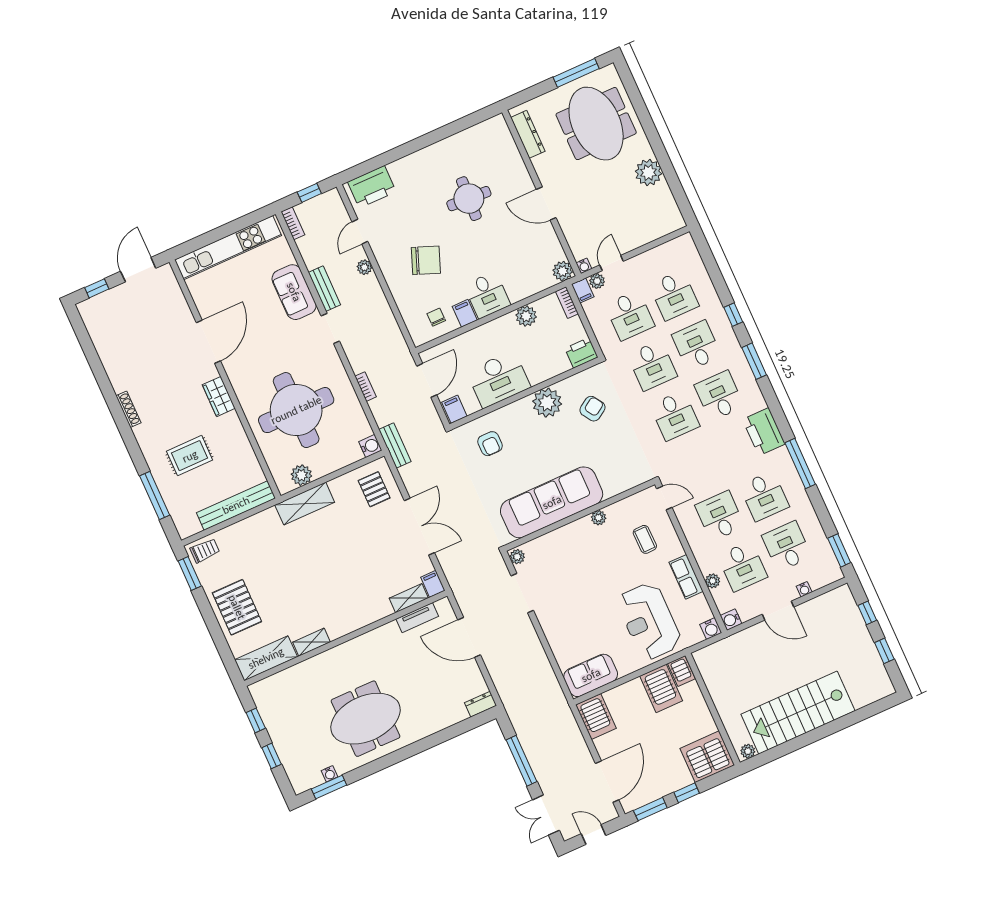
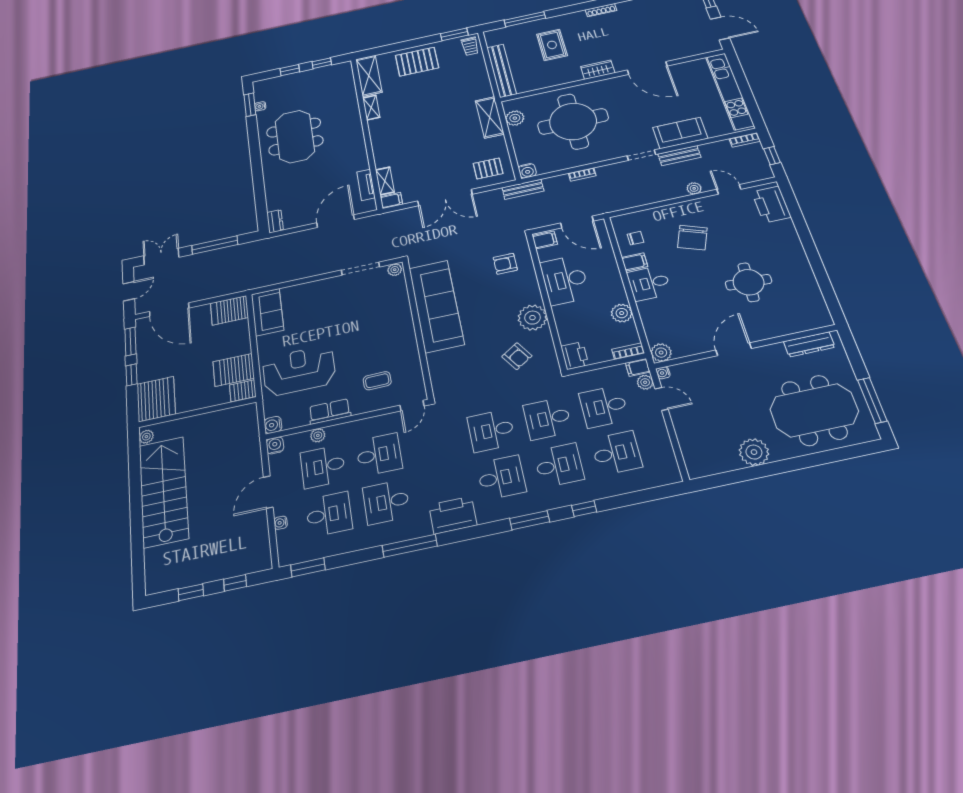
desk: (674, 295) -> (616, 453), turned 180
plant: (599, 518) -> (410, 344), removed

